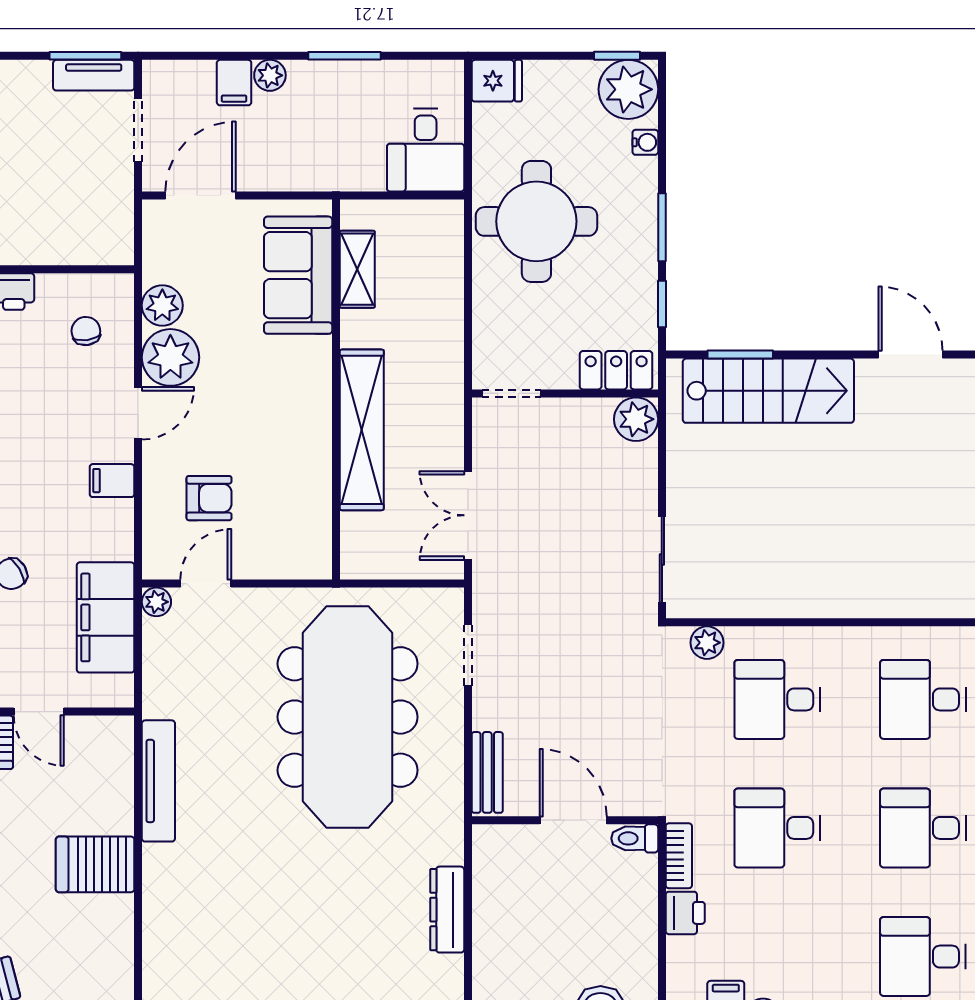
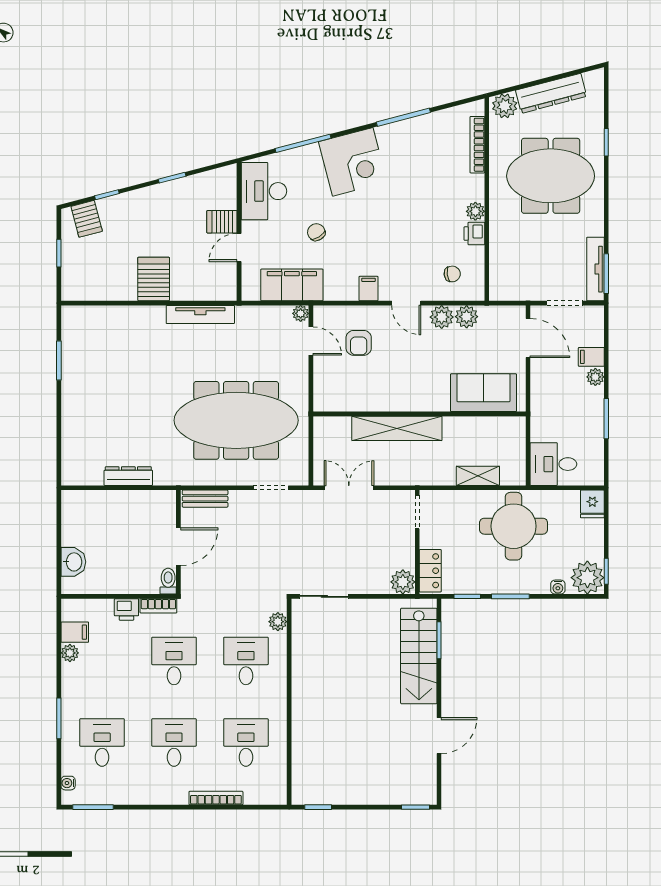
tv unit: (94, 75) -> (595, 269), width x1.41
shelving: (357, 269) -> (478, 476), moved
plant: (170, 357) -> (442, 317), width x0.73, depth x0.73

